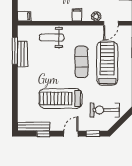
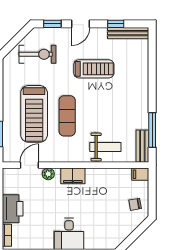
filing cabinet: (77, 15) -> (73, 176), width x2.00
bench: (23, 54) -> (142, 146), moved
treadmill: (61, 99) -> (94, 69), width x0.73, depth x0.73

